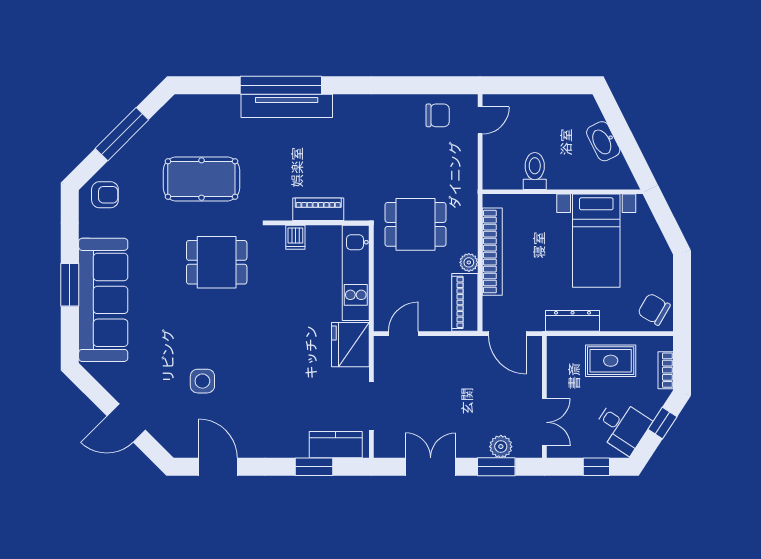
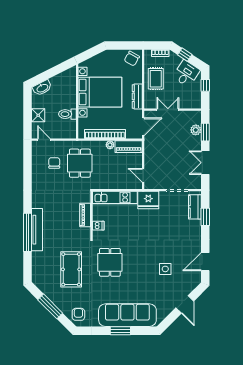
shower: (532, 108) -> (38, 115), added
chair: (438, 115) -> (54, 163), moved
washbasin: (603, 141) -> (42, 88), moved
dining table: (416, 224) -> (80, 163), moved
bed with nightstands: (596, 241) -> (100, 92), width x1.36
double door: (544, 422) -> (168, 110), moved

